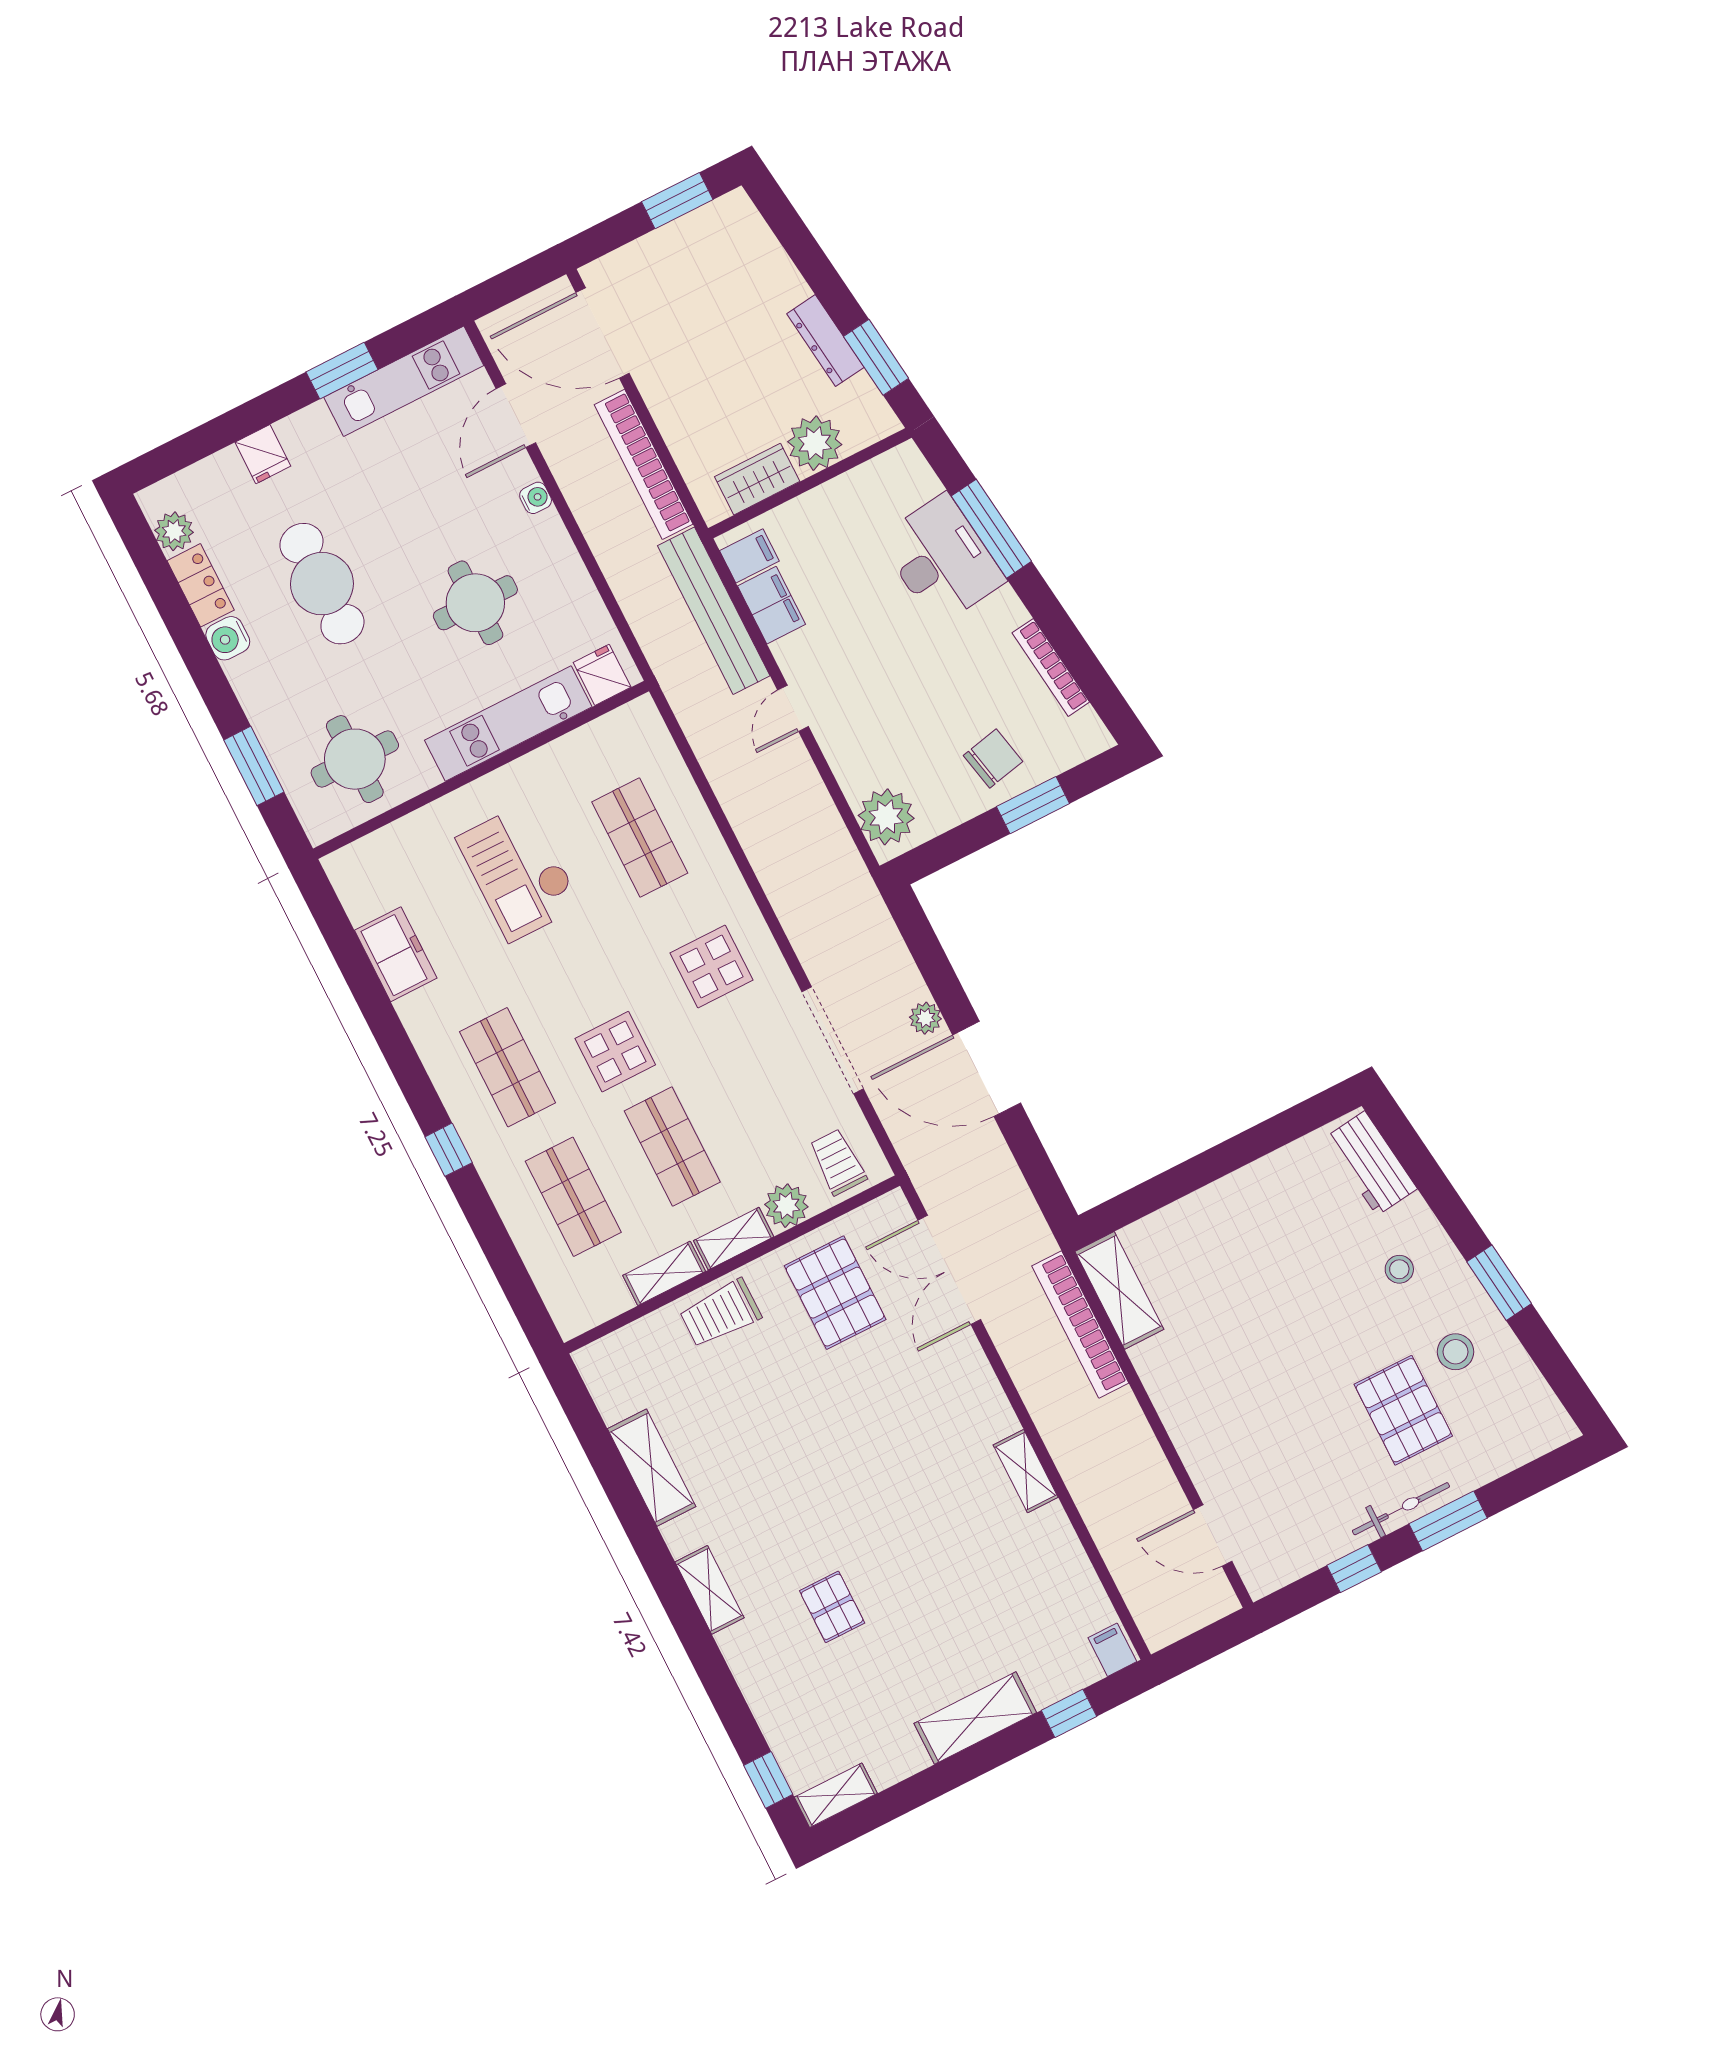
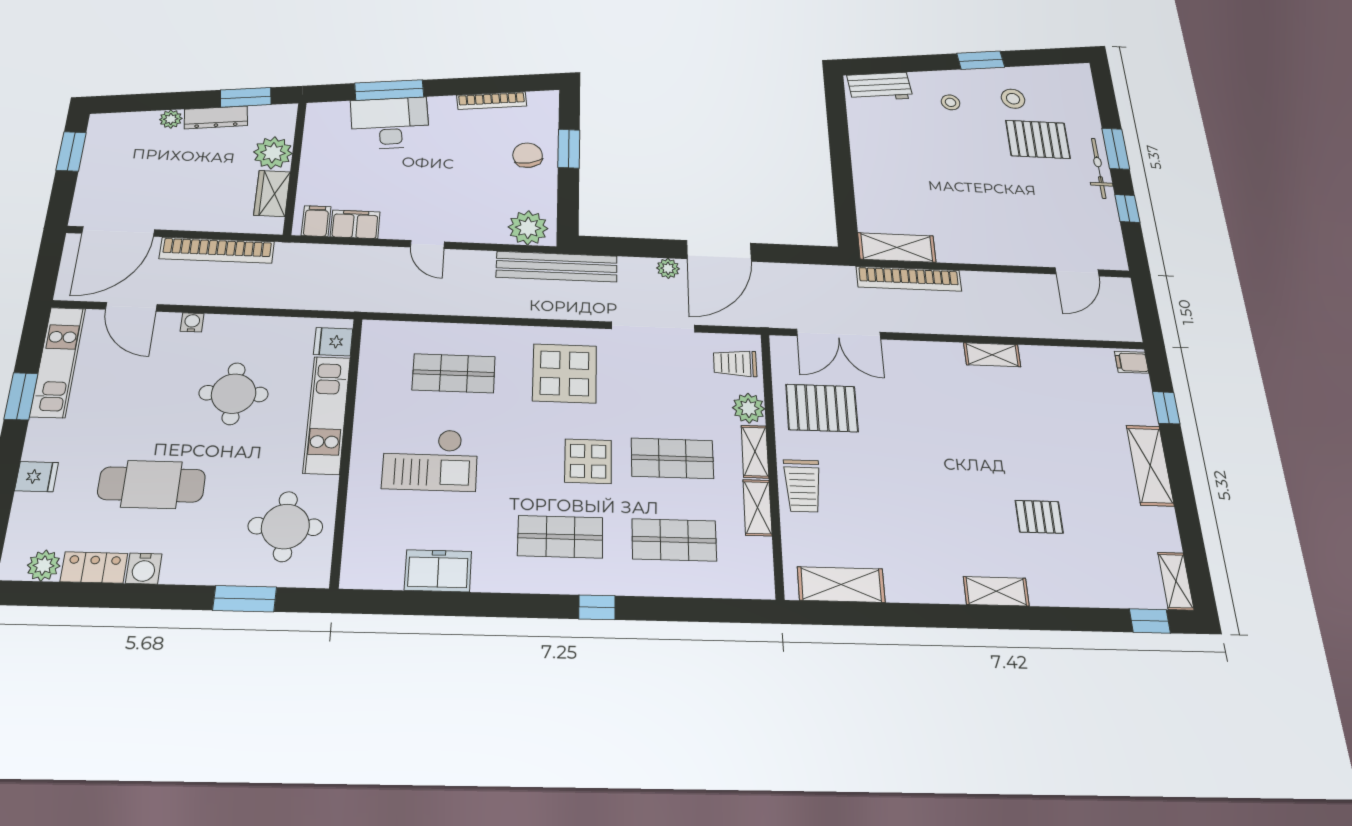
plant: (791, 287) -> (171, 119), added
bench: (714, 611) -> (557, 267), moved
display table: (712, 967) -> (565, 373), width x1.36, depth x1.36
shelving: (652, 1468) -> (841, 584), moved

